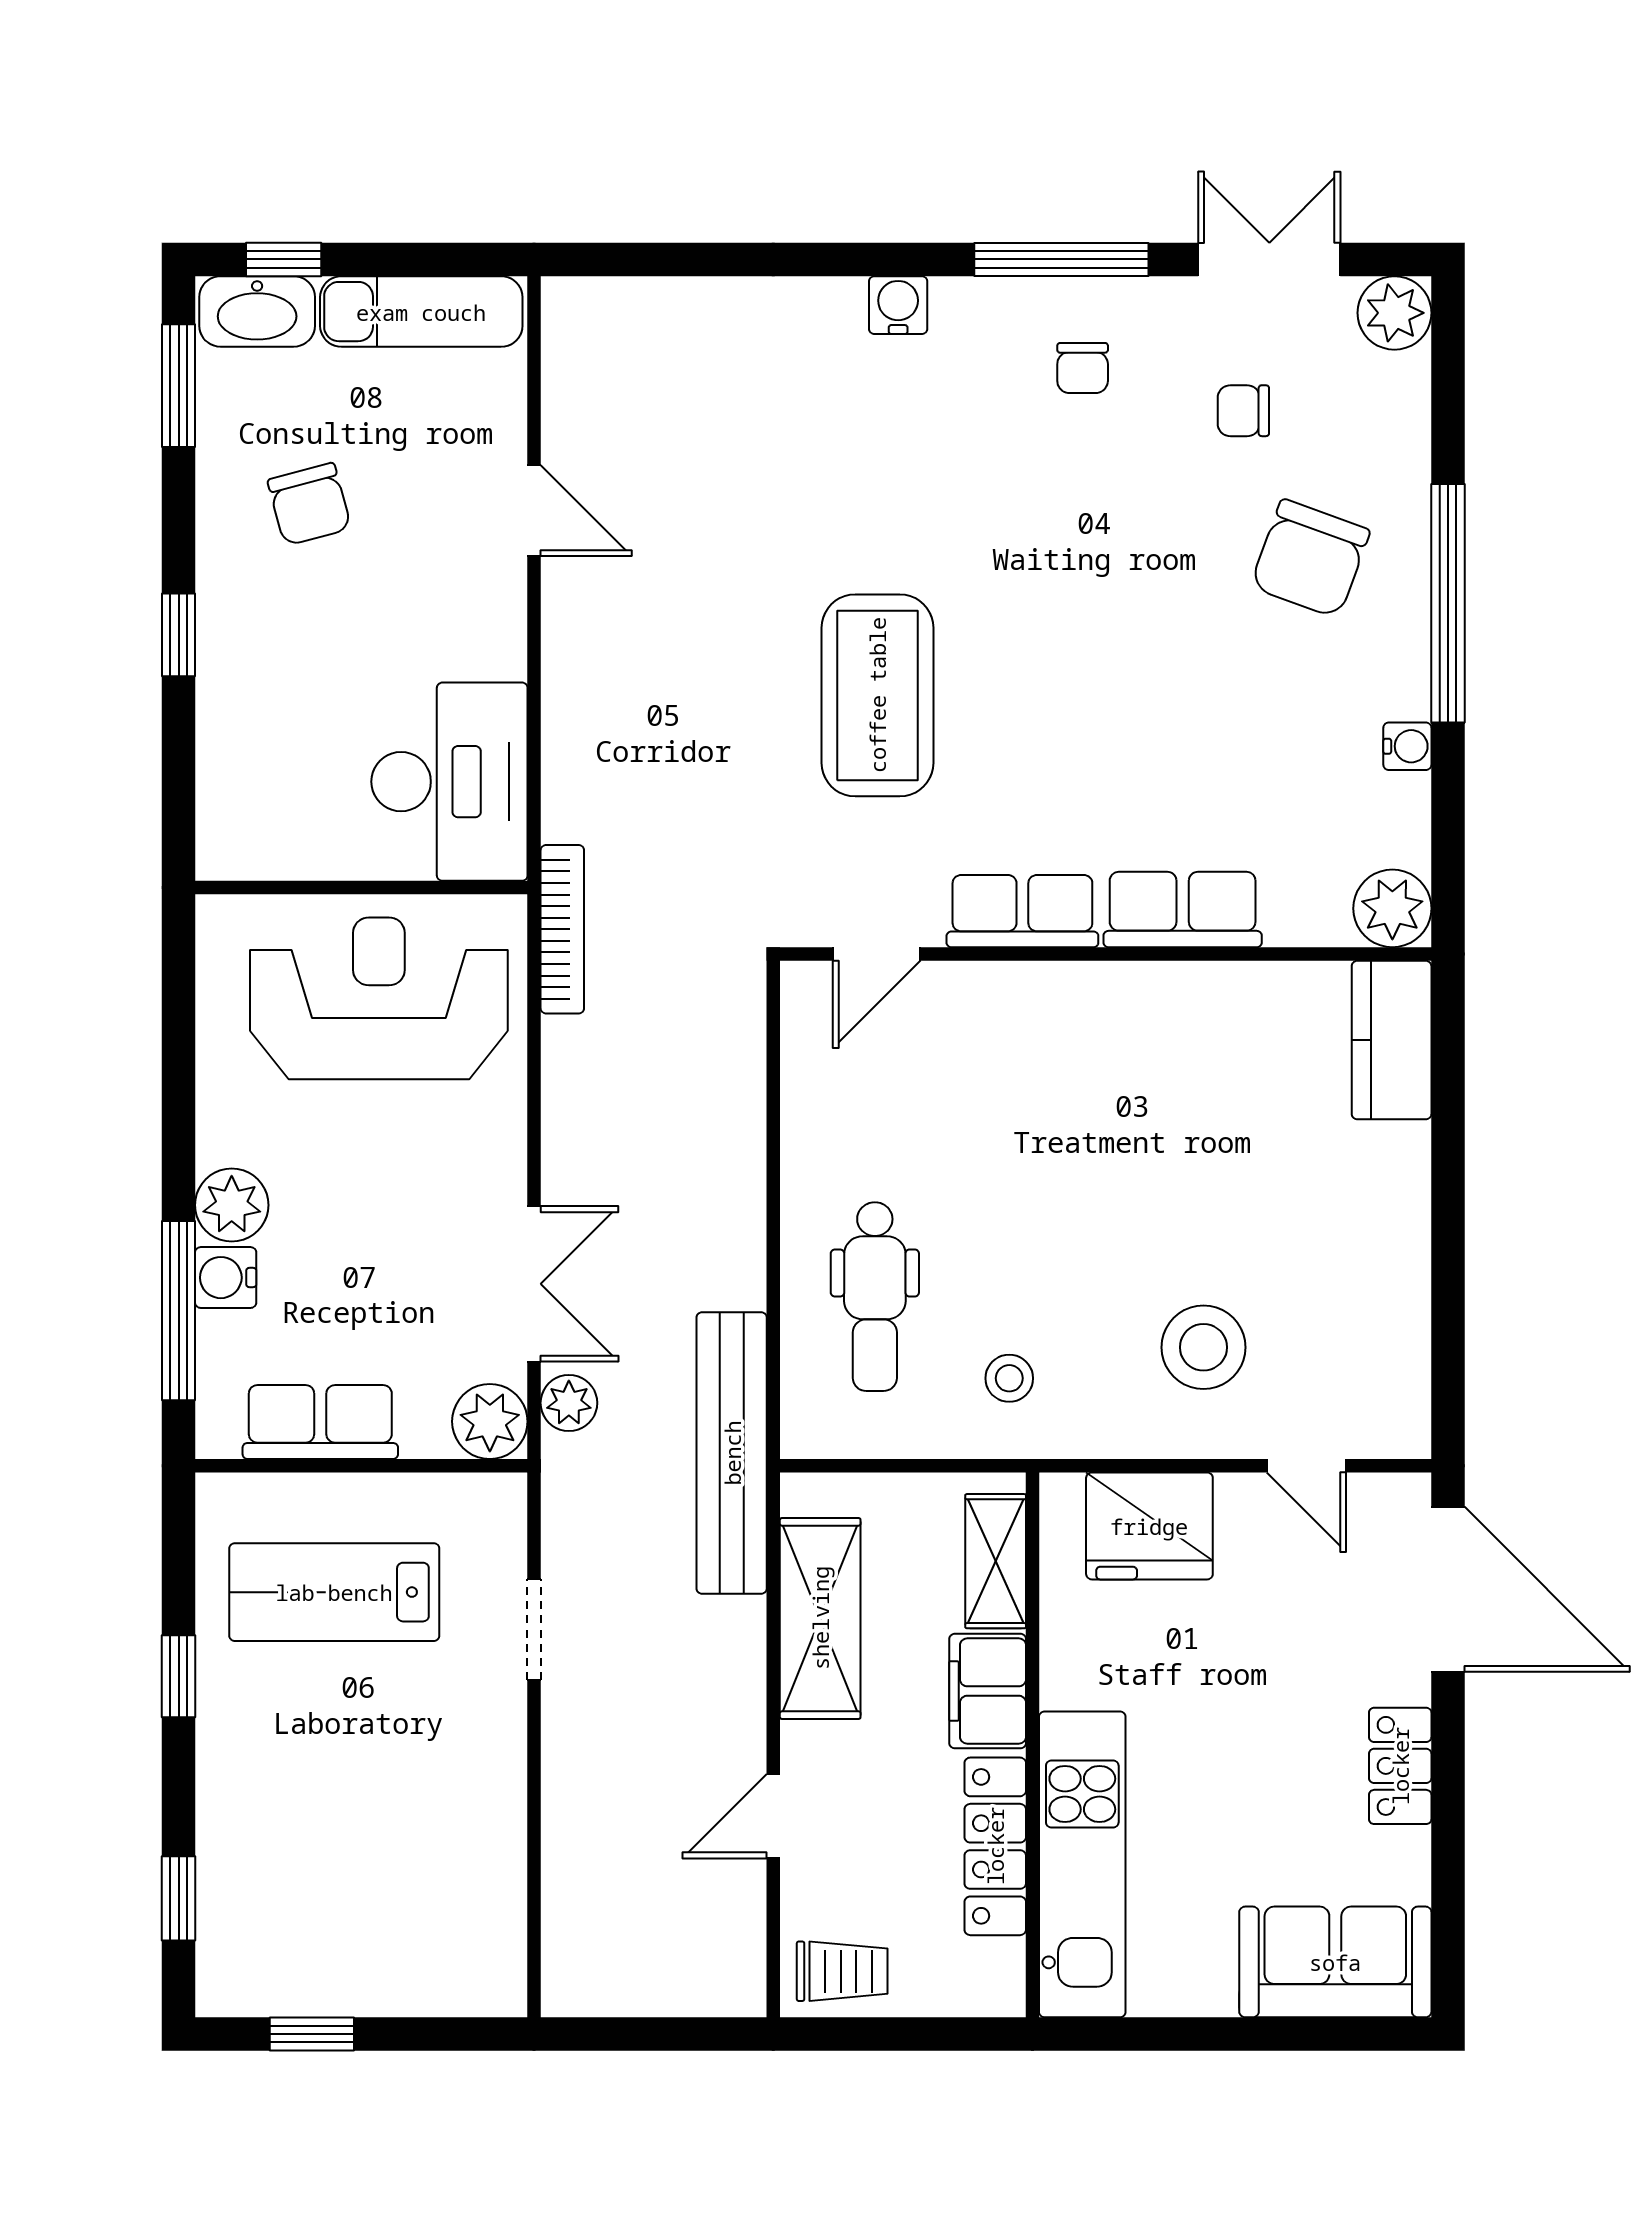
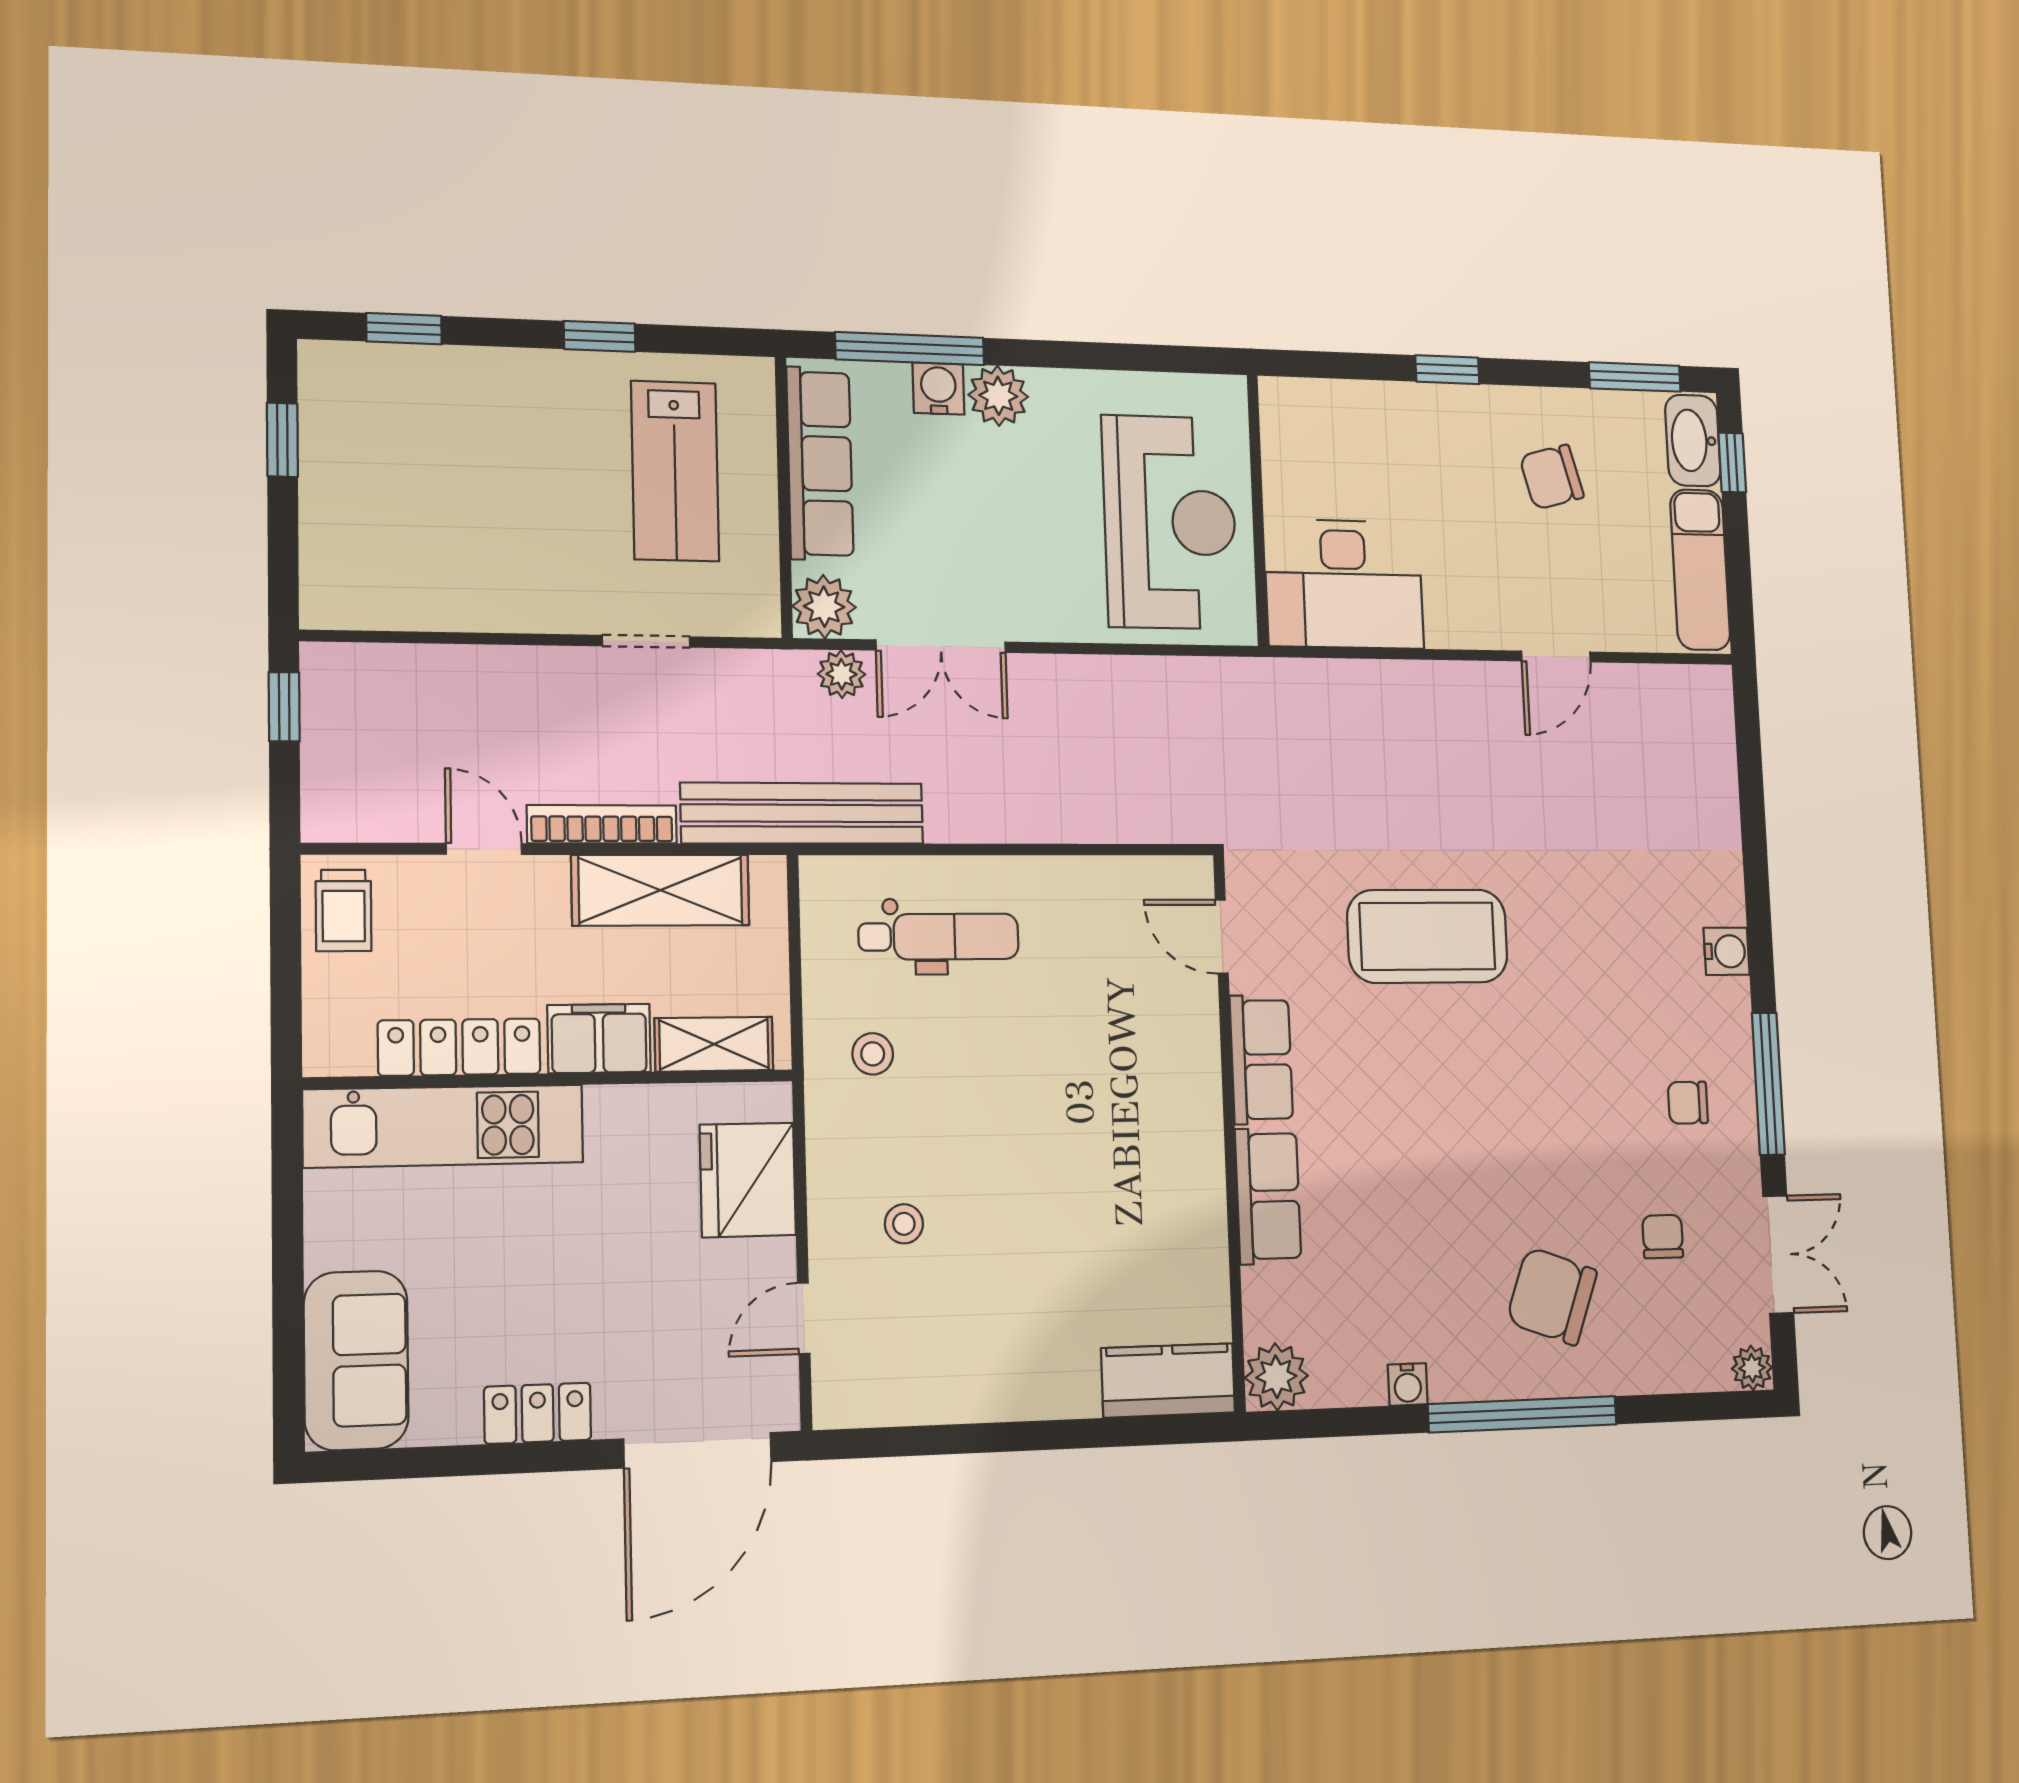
plant: (1394, 313) -> (1752, 1368), width x0.73, depth x0.73
bookcase: (562, 929) -> (602, 824), moved, turned 180
dental chair: (875, 1297) -> (939, 937), turned 180
stool: (1203, 1347) -> (904, 1224), width x0.53, depth x0.53
row of seats: (320, 1422) -> (820, 463), width x1.48
lab bench: (334, 1592) -> (675, 471), turned 180
window: (615, 2034) -> (284, 707), added

